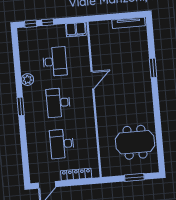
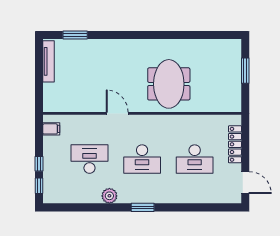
filing cabinet: (76, 30) -> (51, 129), width x0.50
window: (153, 68) -> (75, 35), moved
meeting table: (135, 142) -> (169, 84), moved

